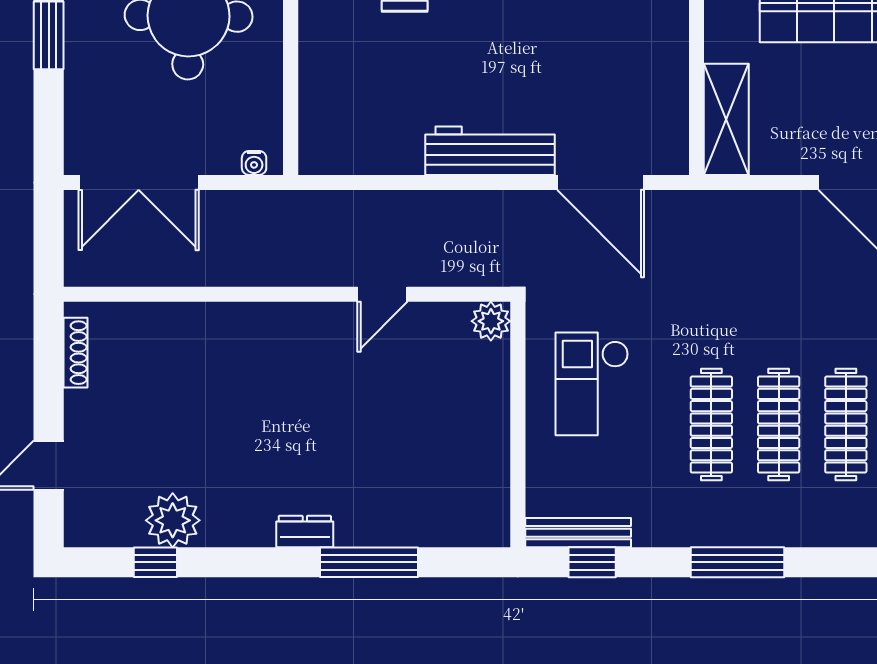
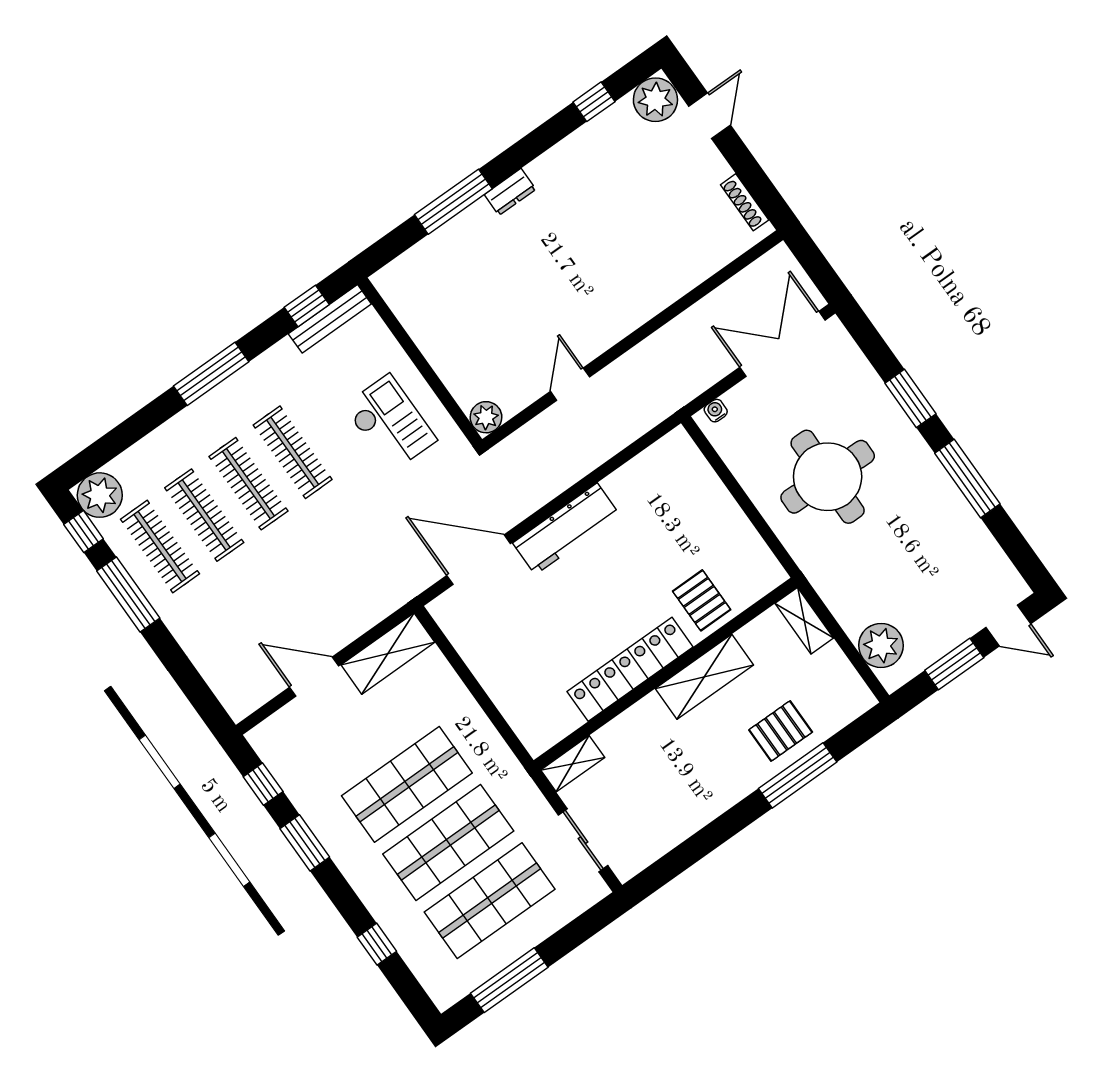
shelving: (726, 119) -> (388, 654), moved, turned 90
plant: (173, 520) -> (655, 100), moved

